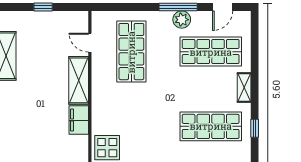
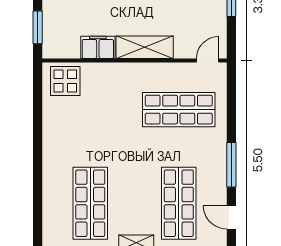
plant: (182, 20) -> (216, 169), removed
door: (90, 43) -> (208, 60), moved

